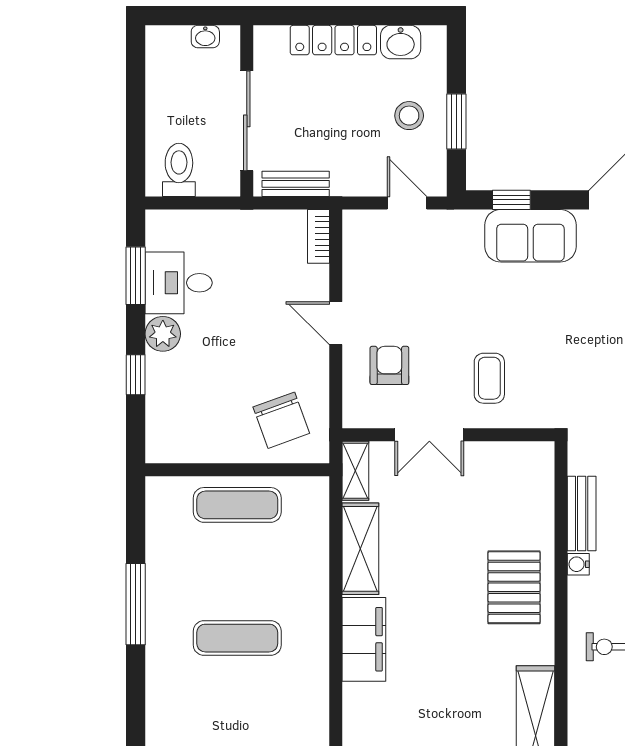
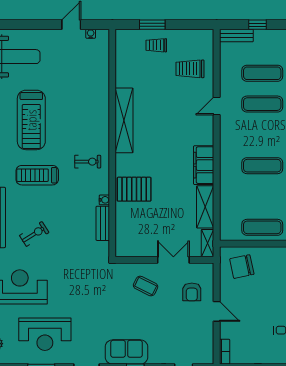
coffee table: (489, 378) -> (146, 286), turned -64
chair: (281, 420) -> (242, 267), turned -82
pallet: (514, 587) -> (134, 189), turned 90

